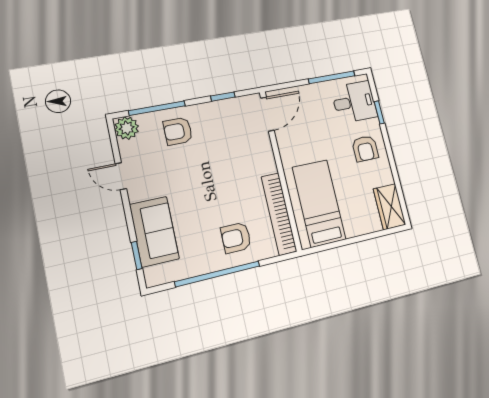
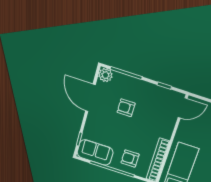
armchair: (178, 131) -> (126, 108), moved
door: (121, 176) -> (90, 98), width x1.88
sofa: (154, 232) -> (95, 152), moved, turned -90

